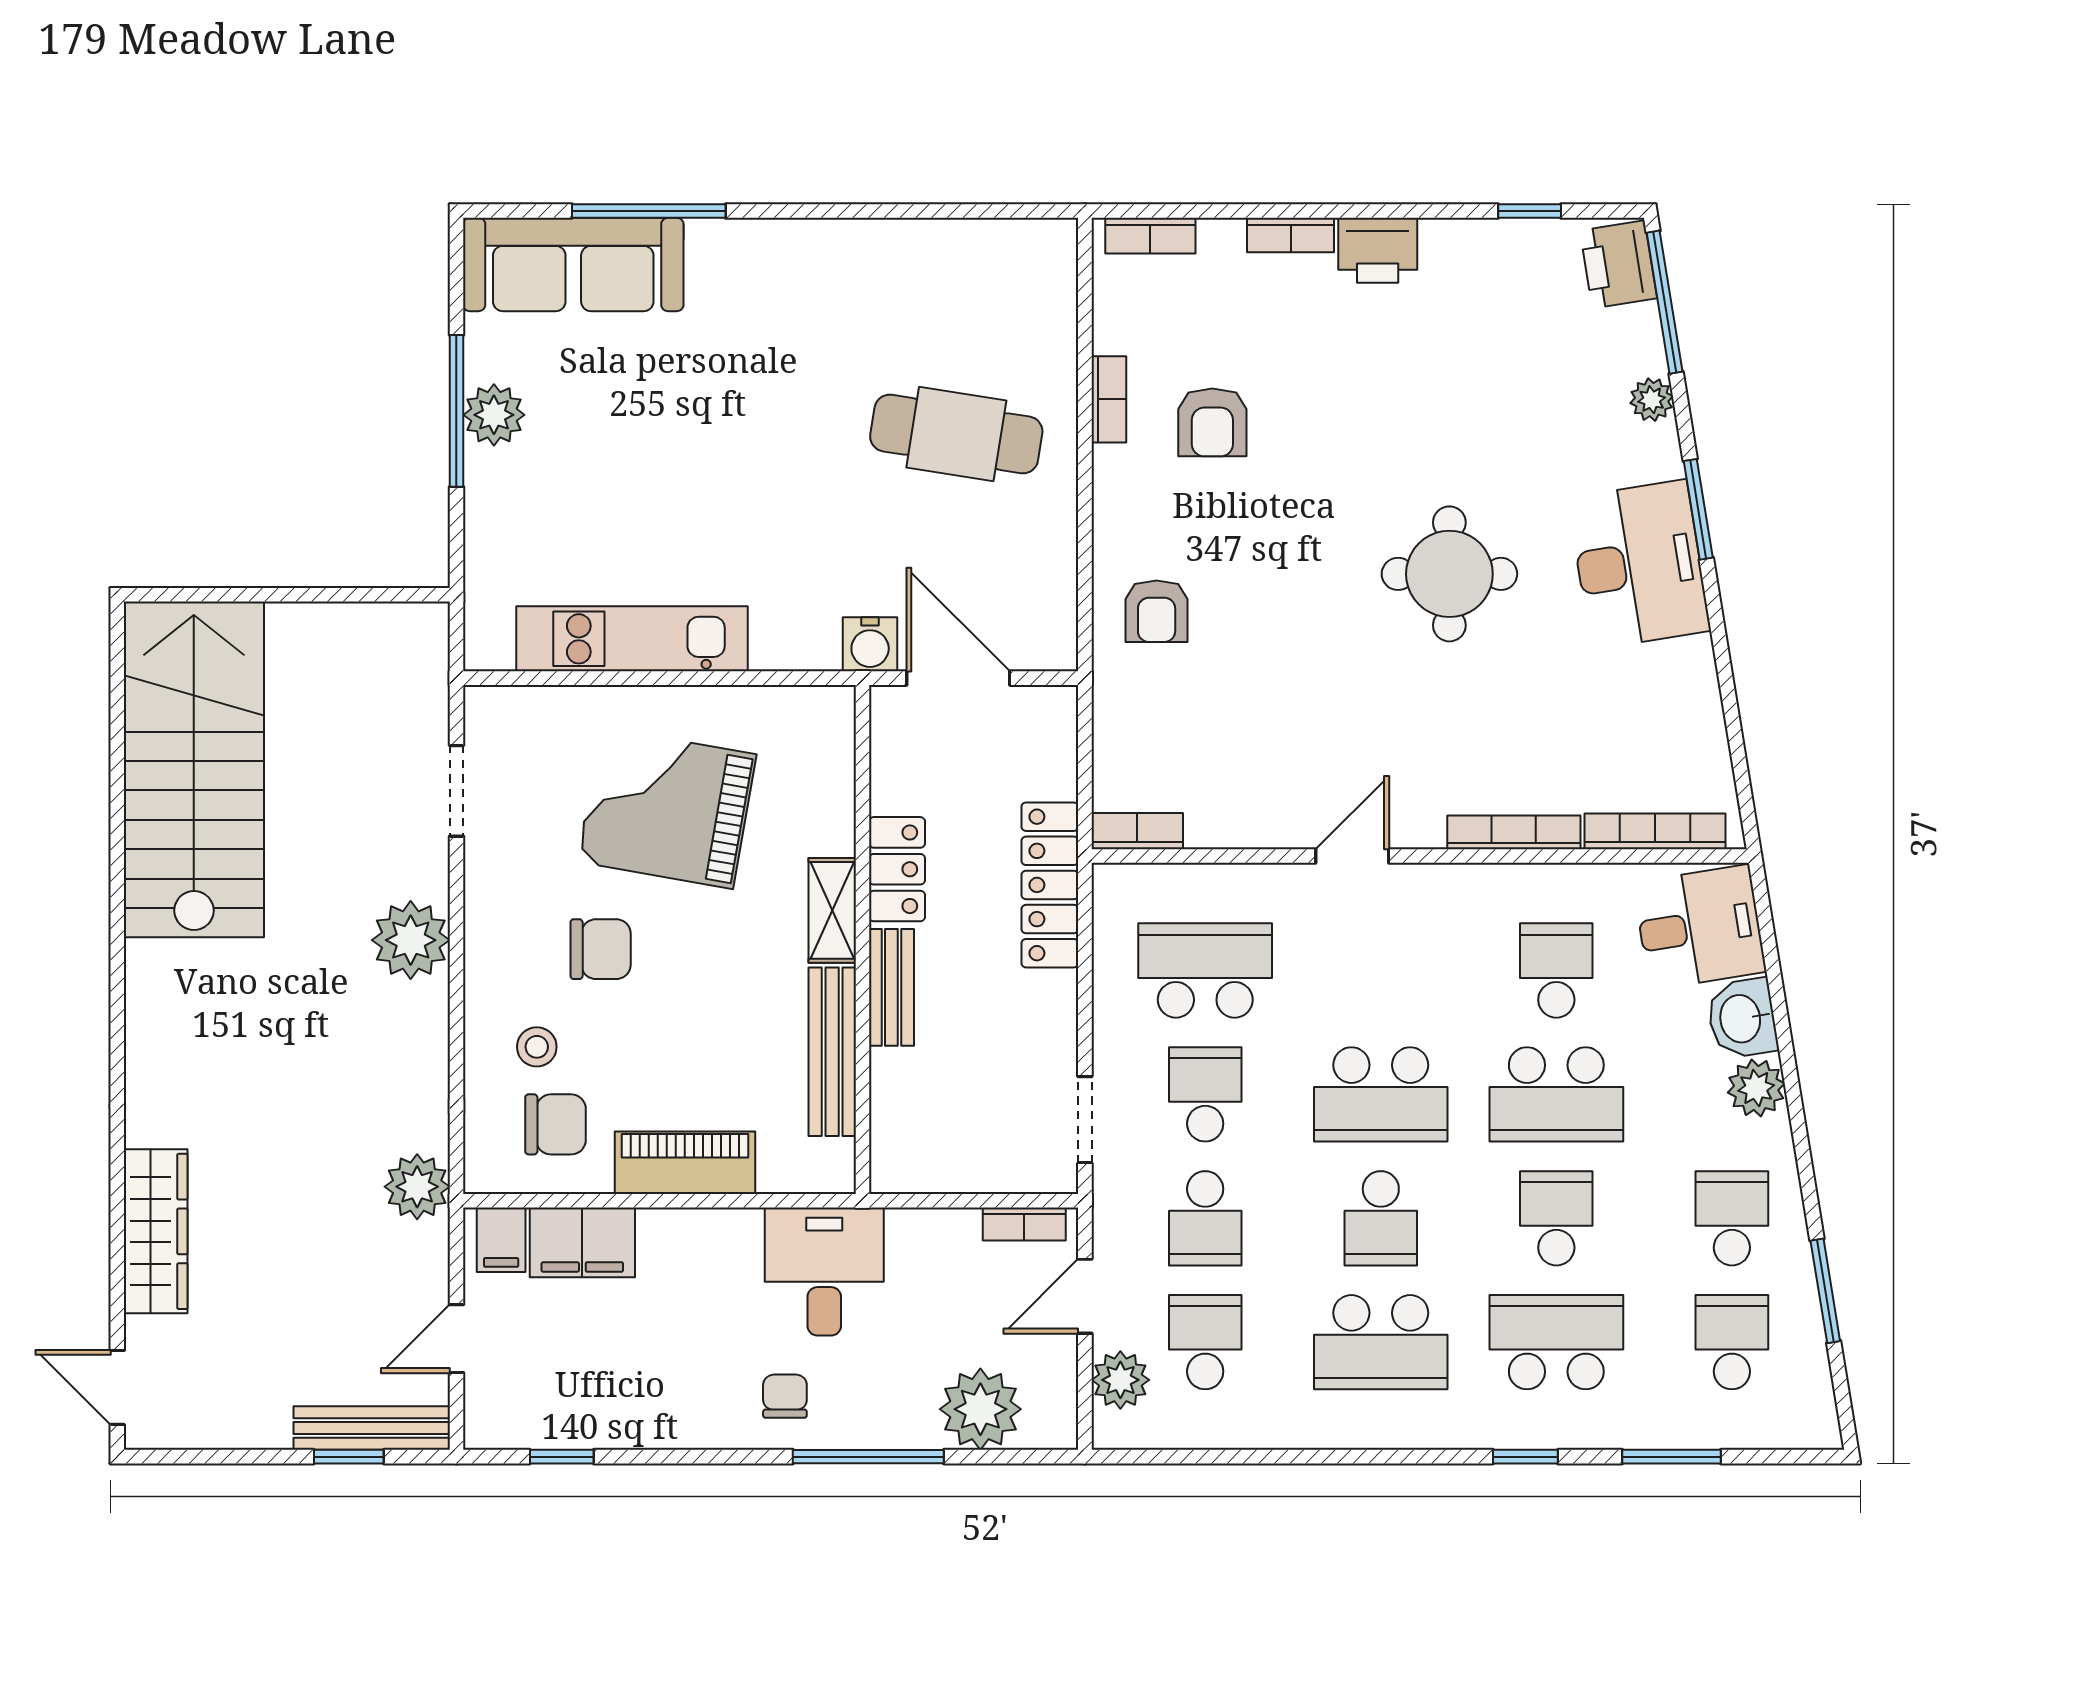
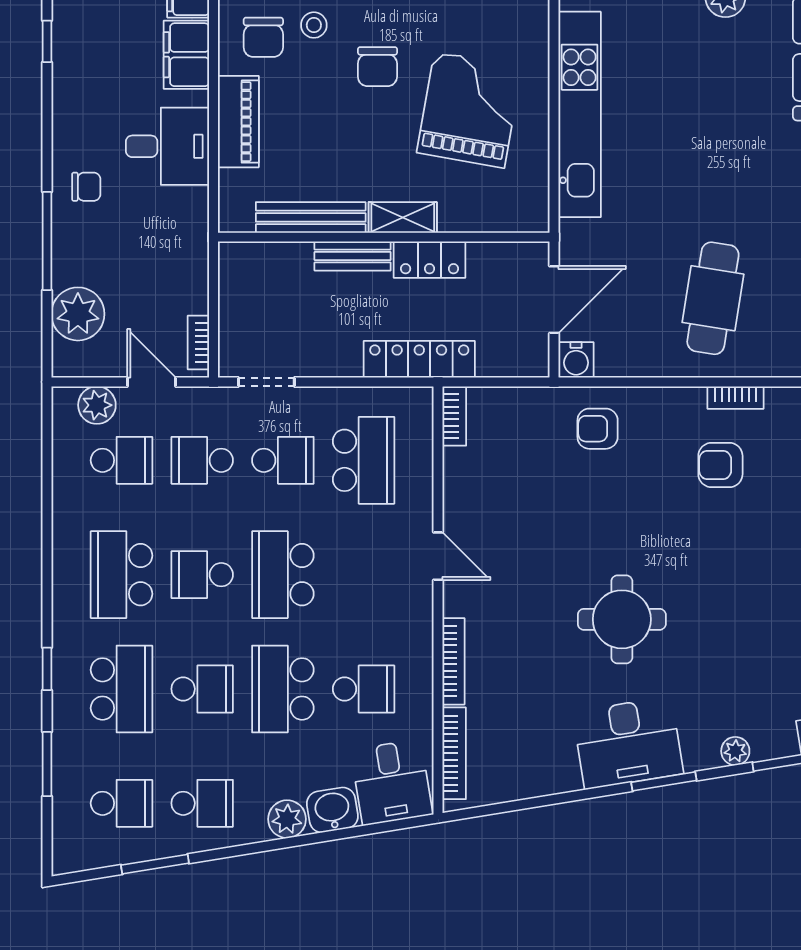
kitchen unit: (632, 639) -> (580, 114), width x1.36
water cooler: (870, 644) -> (576, 360), moved, turned -90
desk: (824, 1272) -> (167, 146), moved

